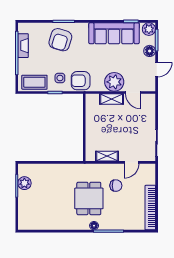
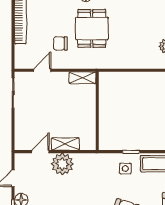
armchair: (81, 81) -> (101, 165), removed
door: (133, 93) -> (41, 152), hinge flipped
shelving: (107, 156) -> (83, 78), moved

